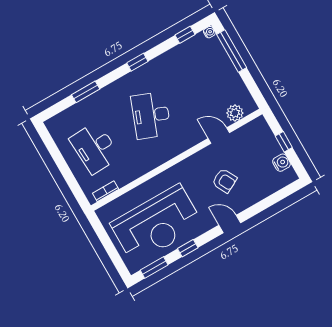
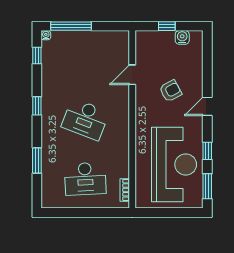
plant: (235, 113) -> (122, 52), removed

